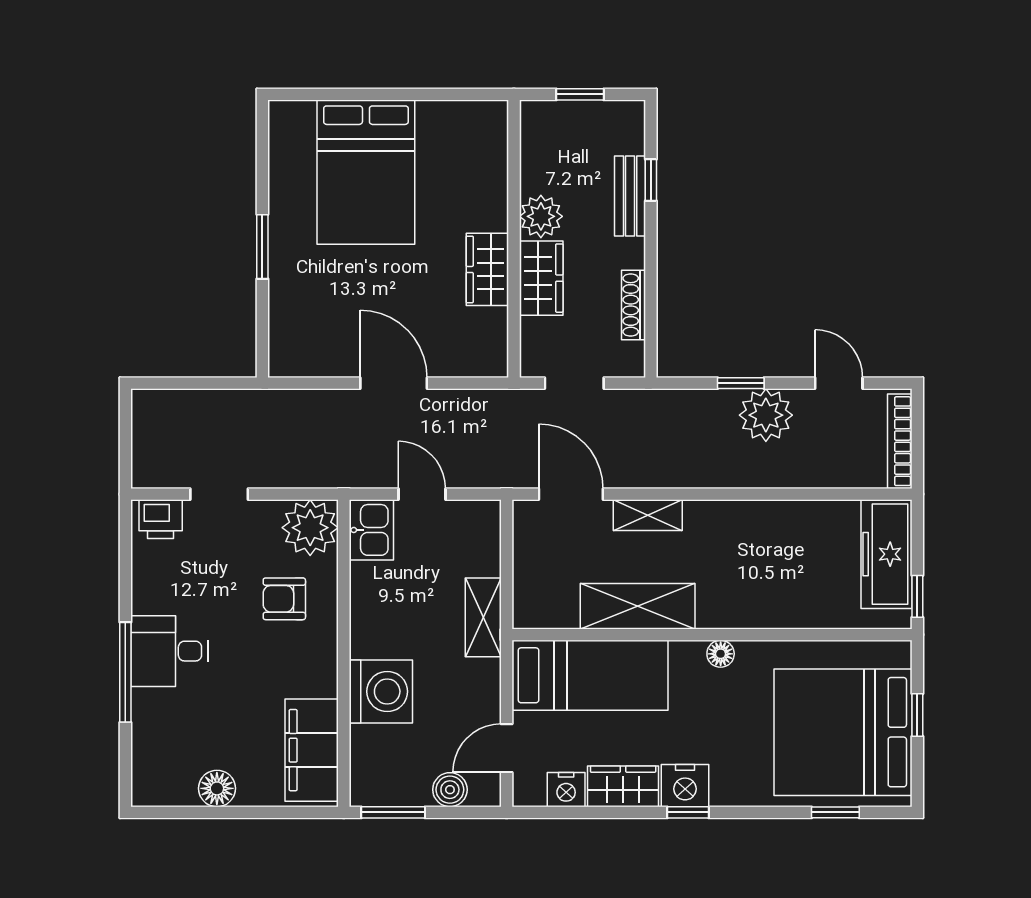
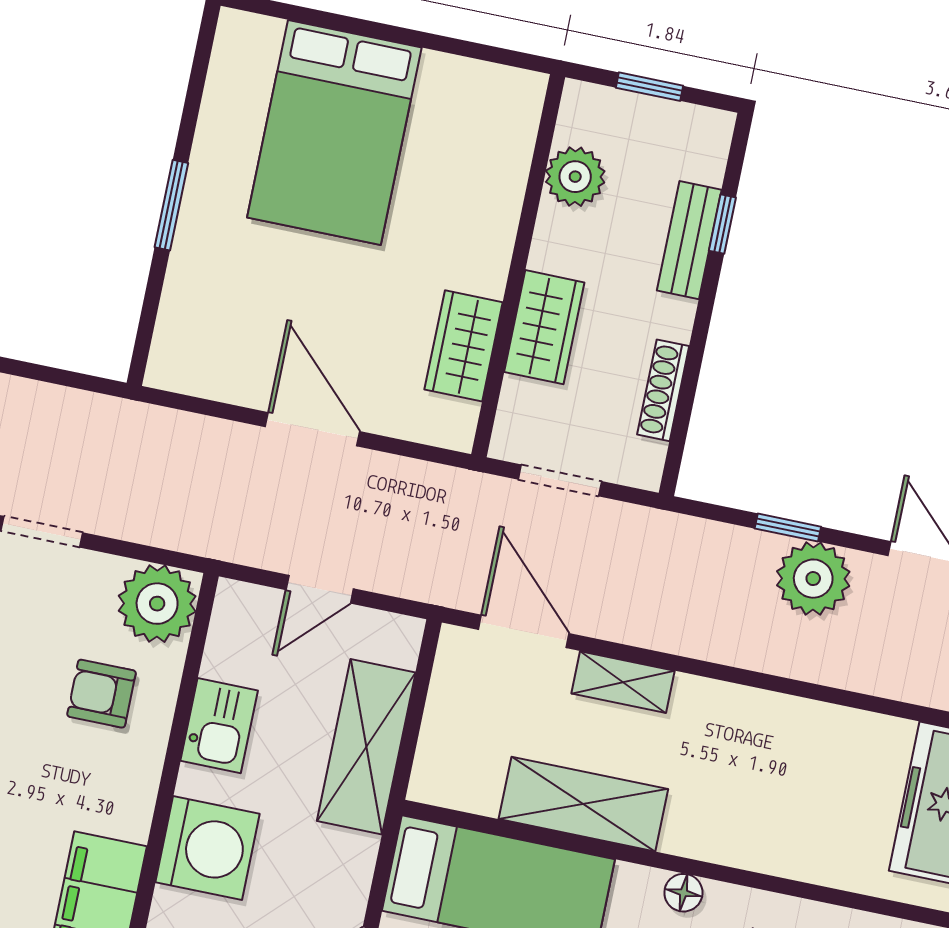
plant: (541, 216) -> (575, 177), moved
wardrobe: (487, 269) -> (464, 346), moved
door: (422, 494) -> (320, 589), swing flipped
kitchen sink: (371, 530) -> (219, 726), moved
shelving: (483, 617) -> (366, 747), width x1.50, depth x1.33

